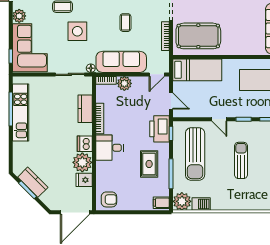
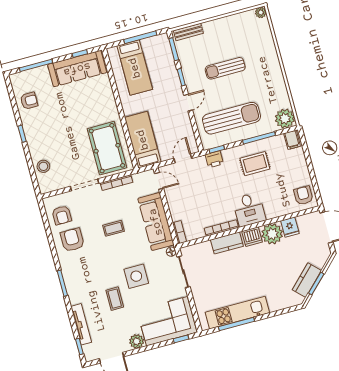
plant: (124, 83) -> (178, 212), removed
kitchen counter: (85, 109) -> (227, 243), moved
printer: (160, 129) -> (214, 159), width x0.53, depth x0.68
barbecue: (201, 204) -> (282, 98), removed

